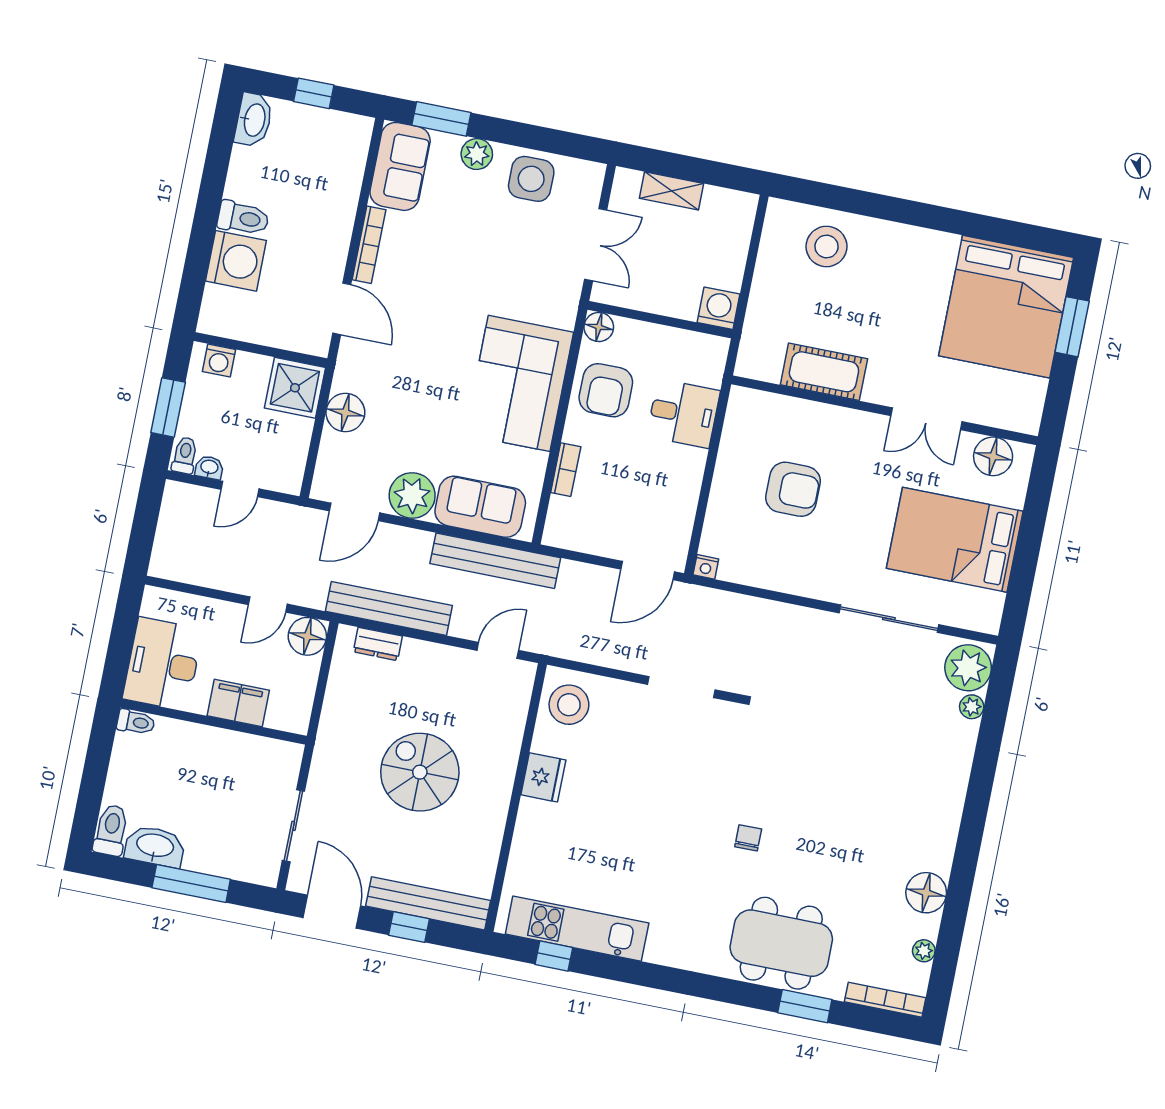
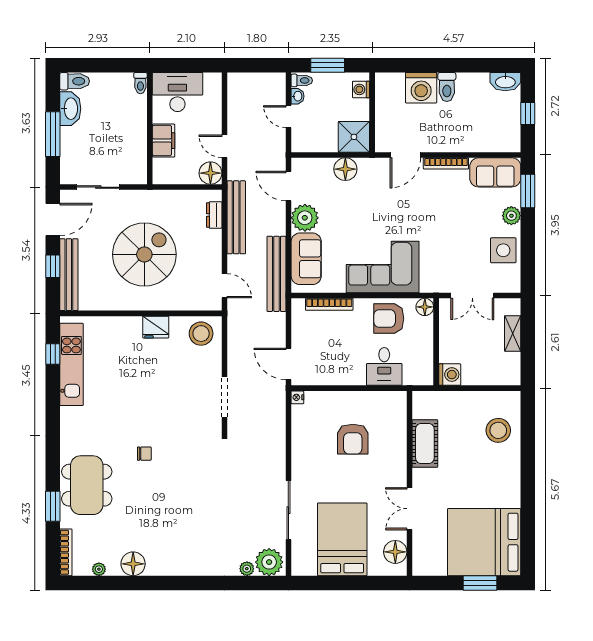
bookcase: (566, 470) -> (329, 304), width x1.56
spiral stairs: (420, 772) -> (144, 254), width x1.37, depth x1.37

